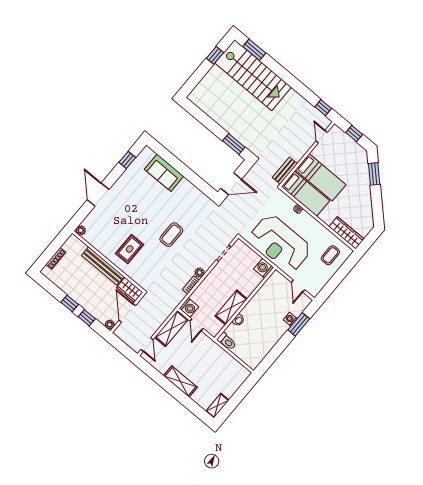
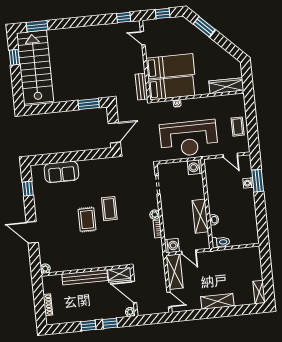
stairs: (253, 75) -> (35, 67), moved, turned -90
rug: (130, 249) -> (87, 220), moved
coffee table: (330, 255) -> (238, 127), moved

